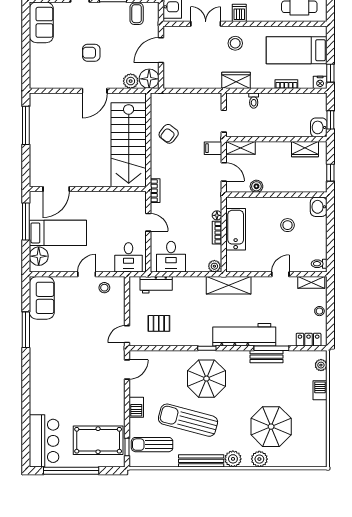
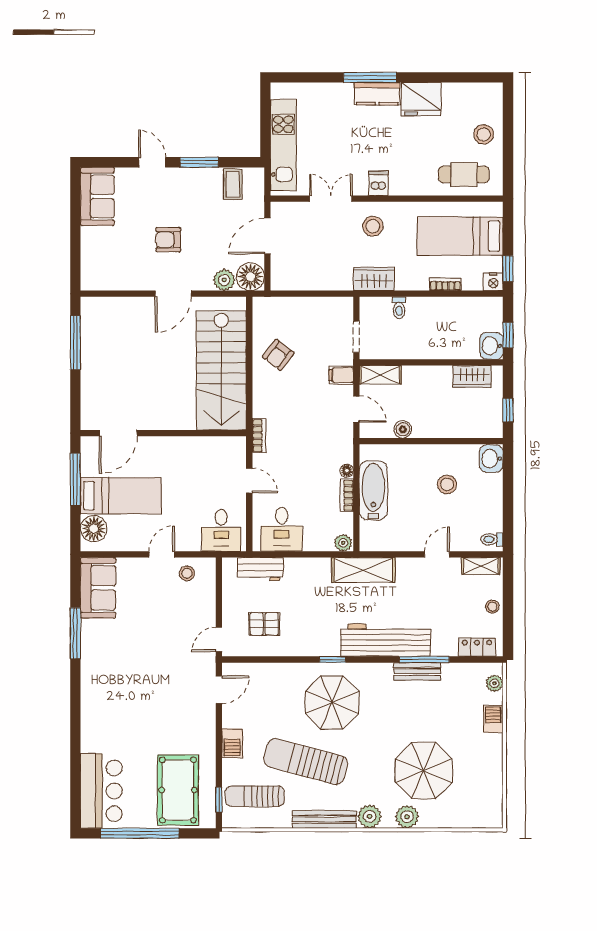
pool table: (98, 440) -> (178, 790), turned 90

